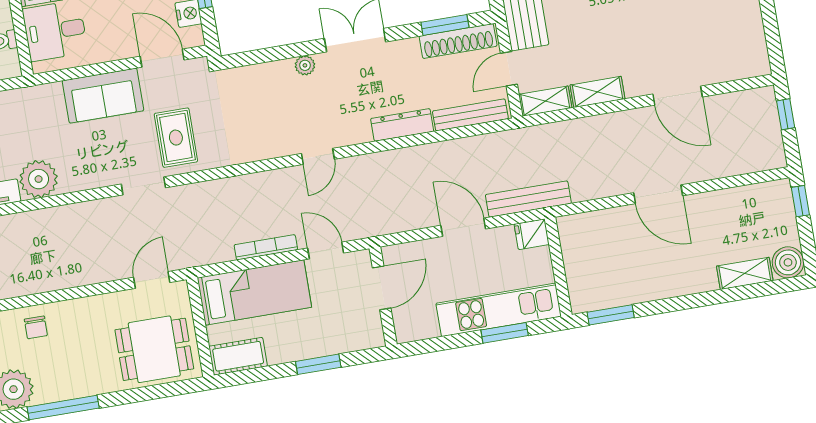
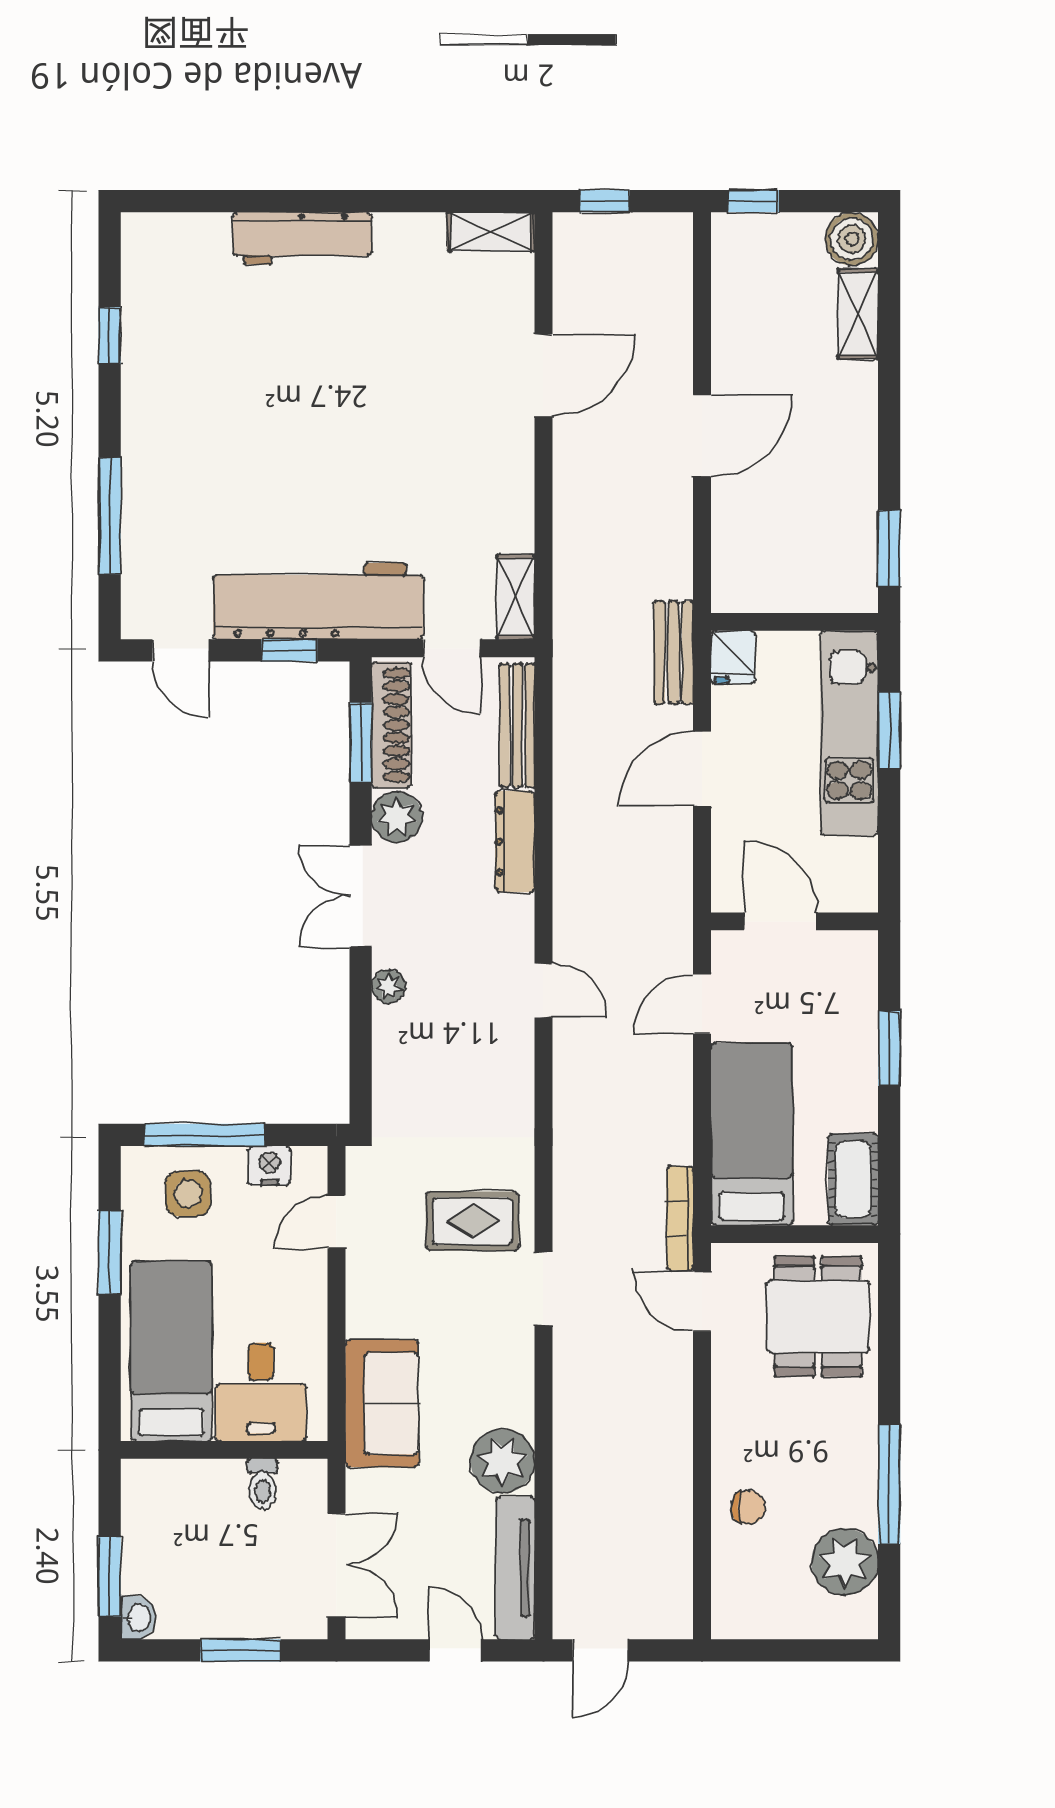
plant: (405, 53) -> (397, 817), added
door: (162, 58) -> (336, 1222), width x0.73
shelving: (598, 92) -> (491, 232), moved, turned 90
sofa: (103, 96) -> (382, 1403), moved
bench: (528, 199) -> (674, 653), width x0.73
bookcase: (266, 247) -> (680, 1218), moved

